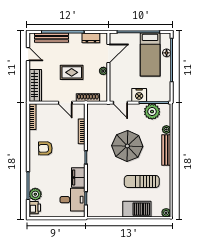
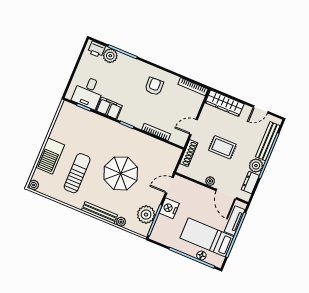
tv unit: (127, 38) -> (235, 221), added
plant: (75, 39) -> (256, 166), added
rug: (72, 72) -> (222, 147), turned 90

